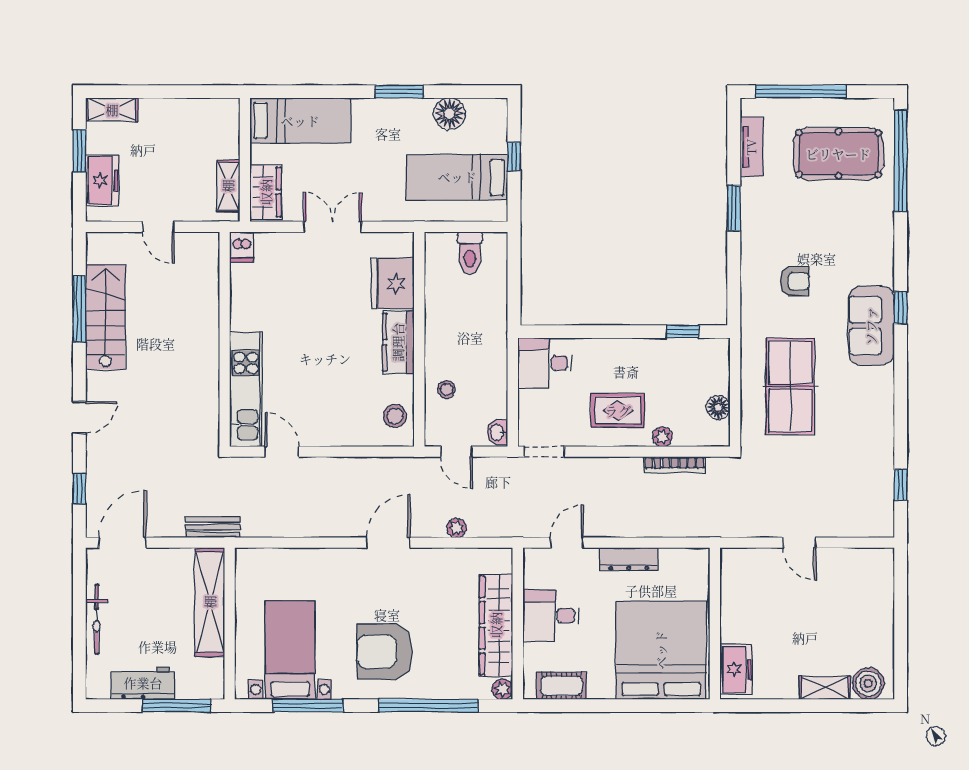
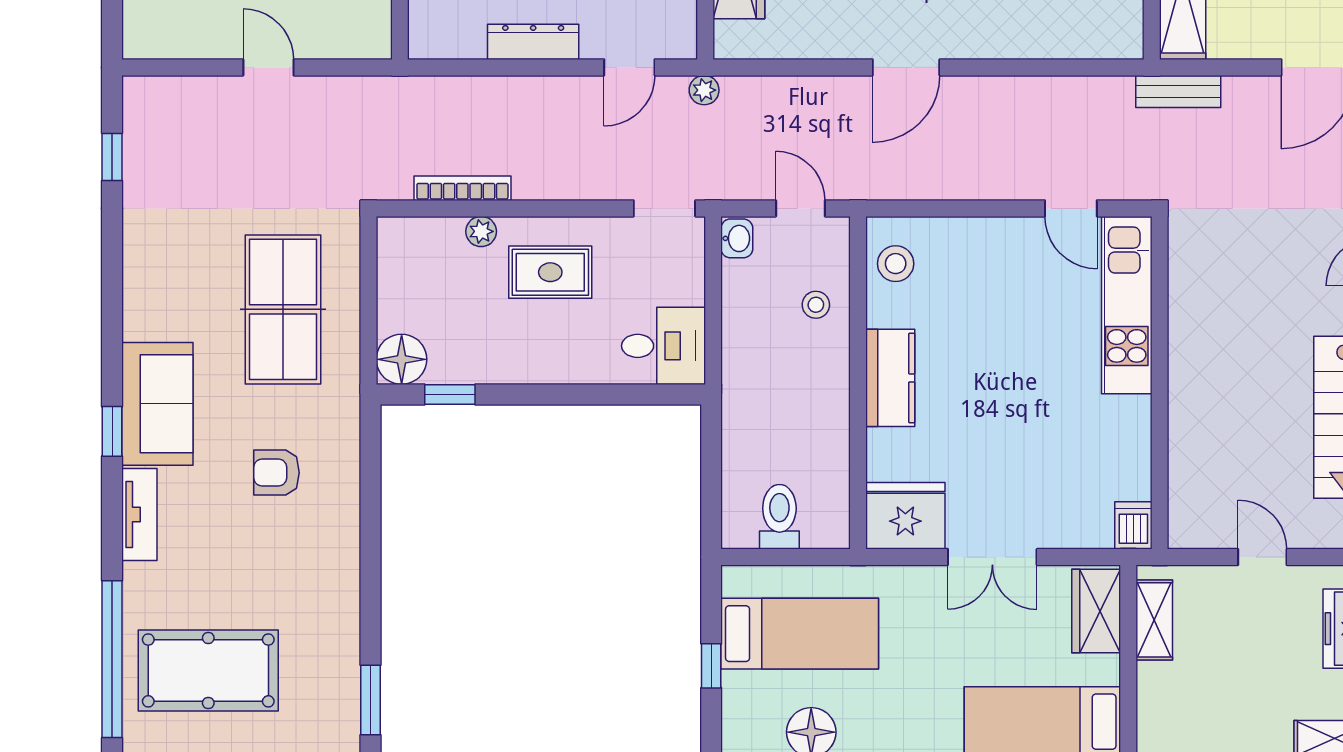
tv unit: (751, 147) -> (139, 514), moved, turned 180
window: (734, 208) -> (370, 700), moved
fridge: (393, 283) -> (905, 516), moved, turned -90
floor lamp: (718, 407) -> (402, 359), moved, width x1.38, depth x1.38
plant: (457, 528) -> (704, 90), moved

